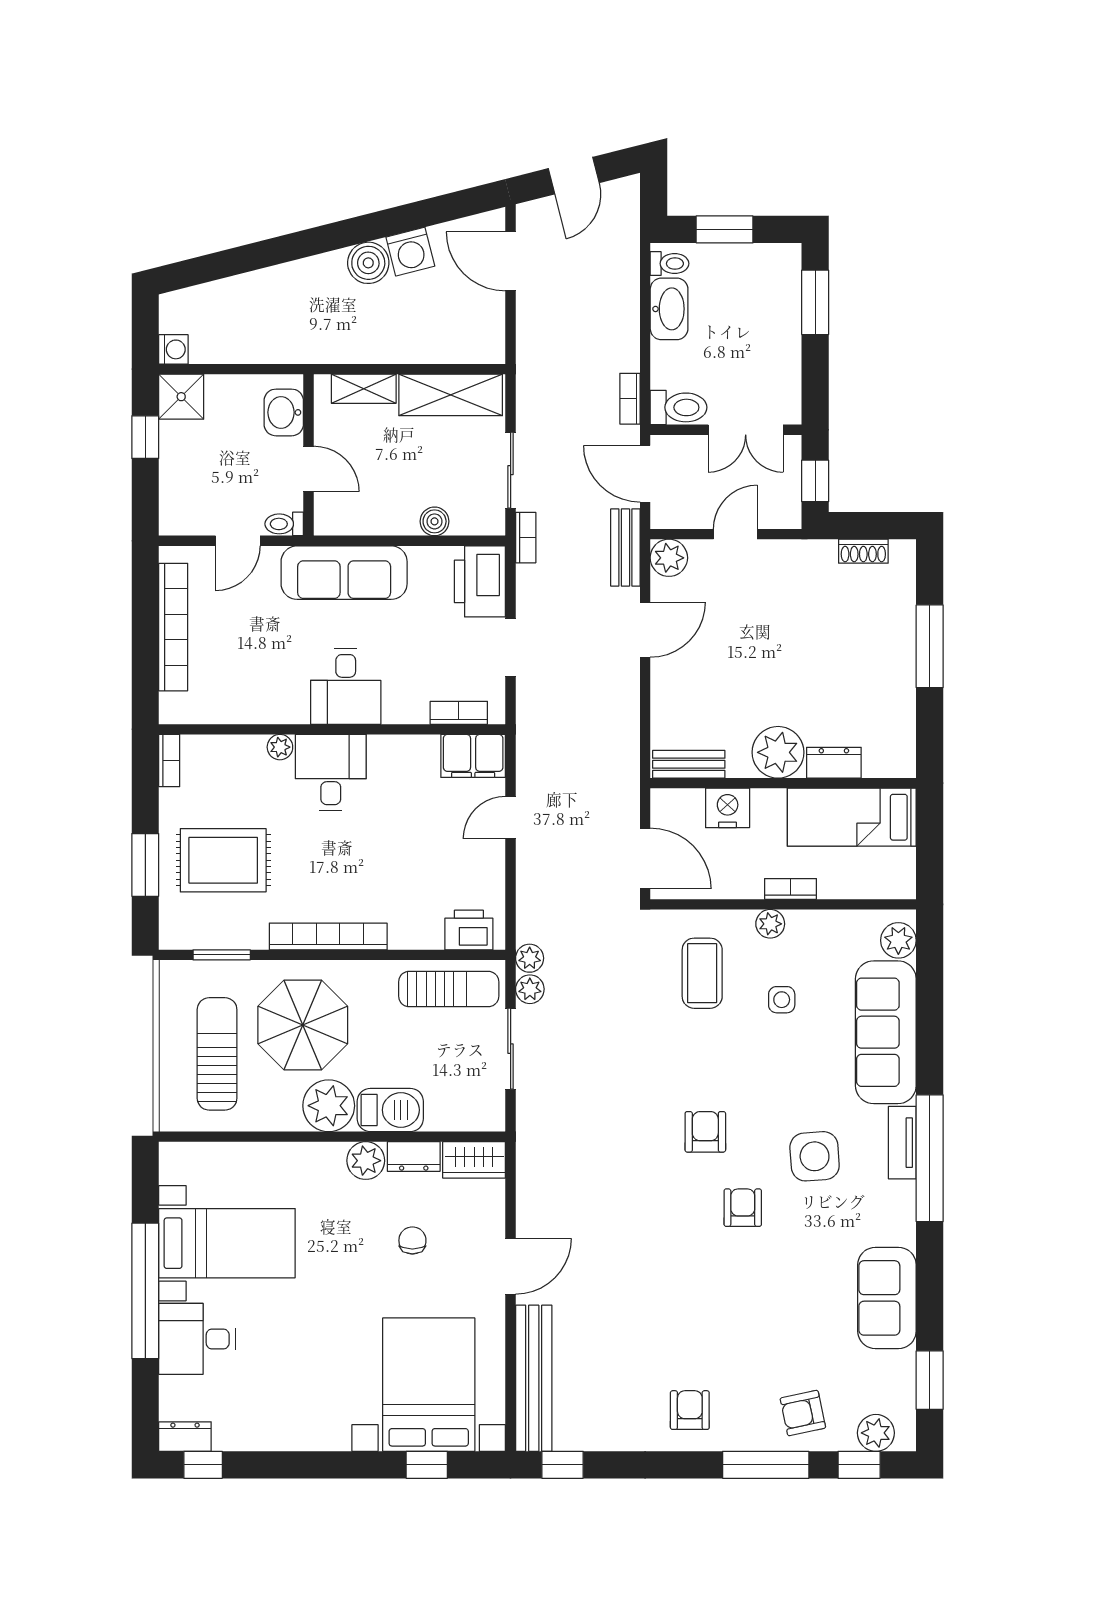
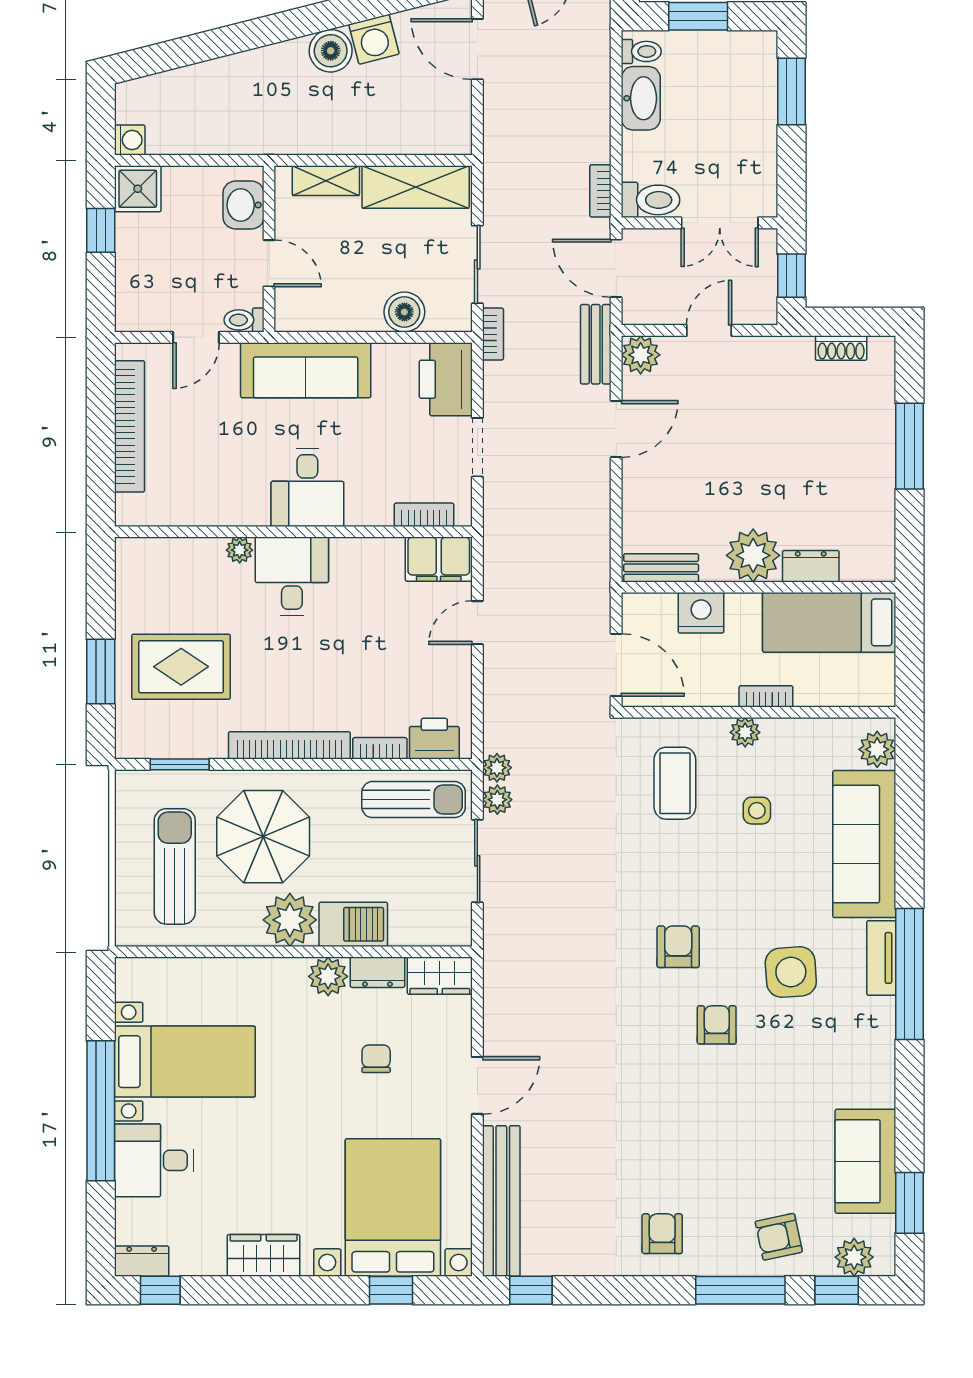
boiler: (435, 521) -> (404, 312), width x1.36, depth x1.36
bookcase: (169, 761) -> (380, 748), moved, turned -90
sofa: (887, 1298) -> (865, 1161), moved
wardrobe: (303, 1431) -> (264, 1255), added

